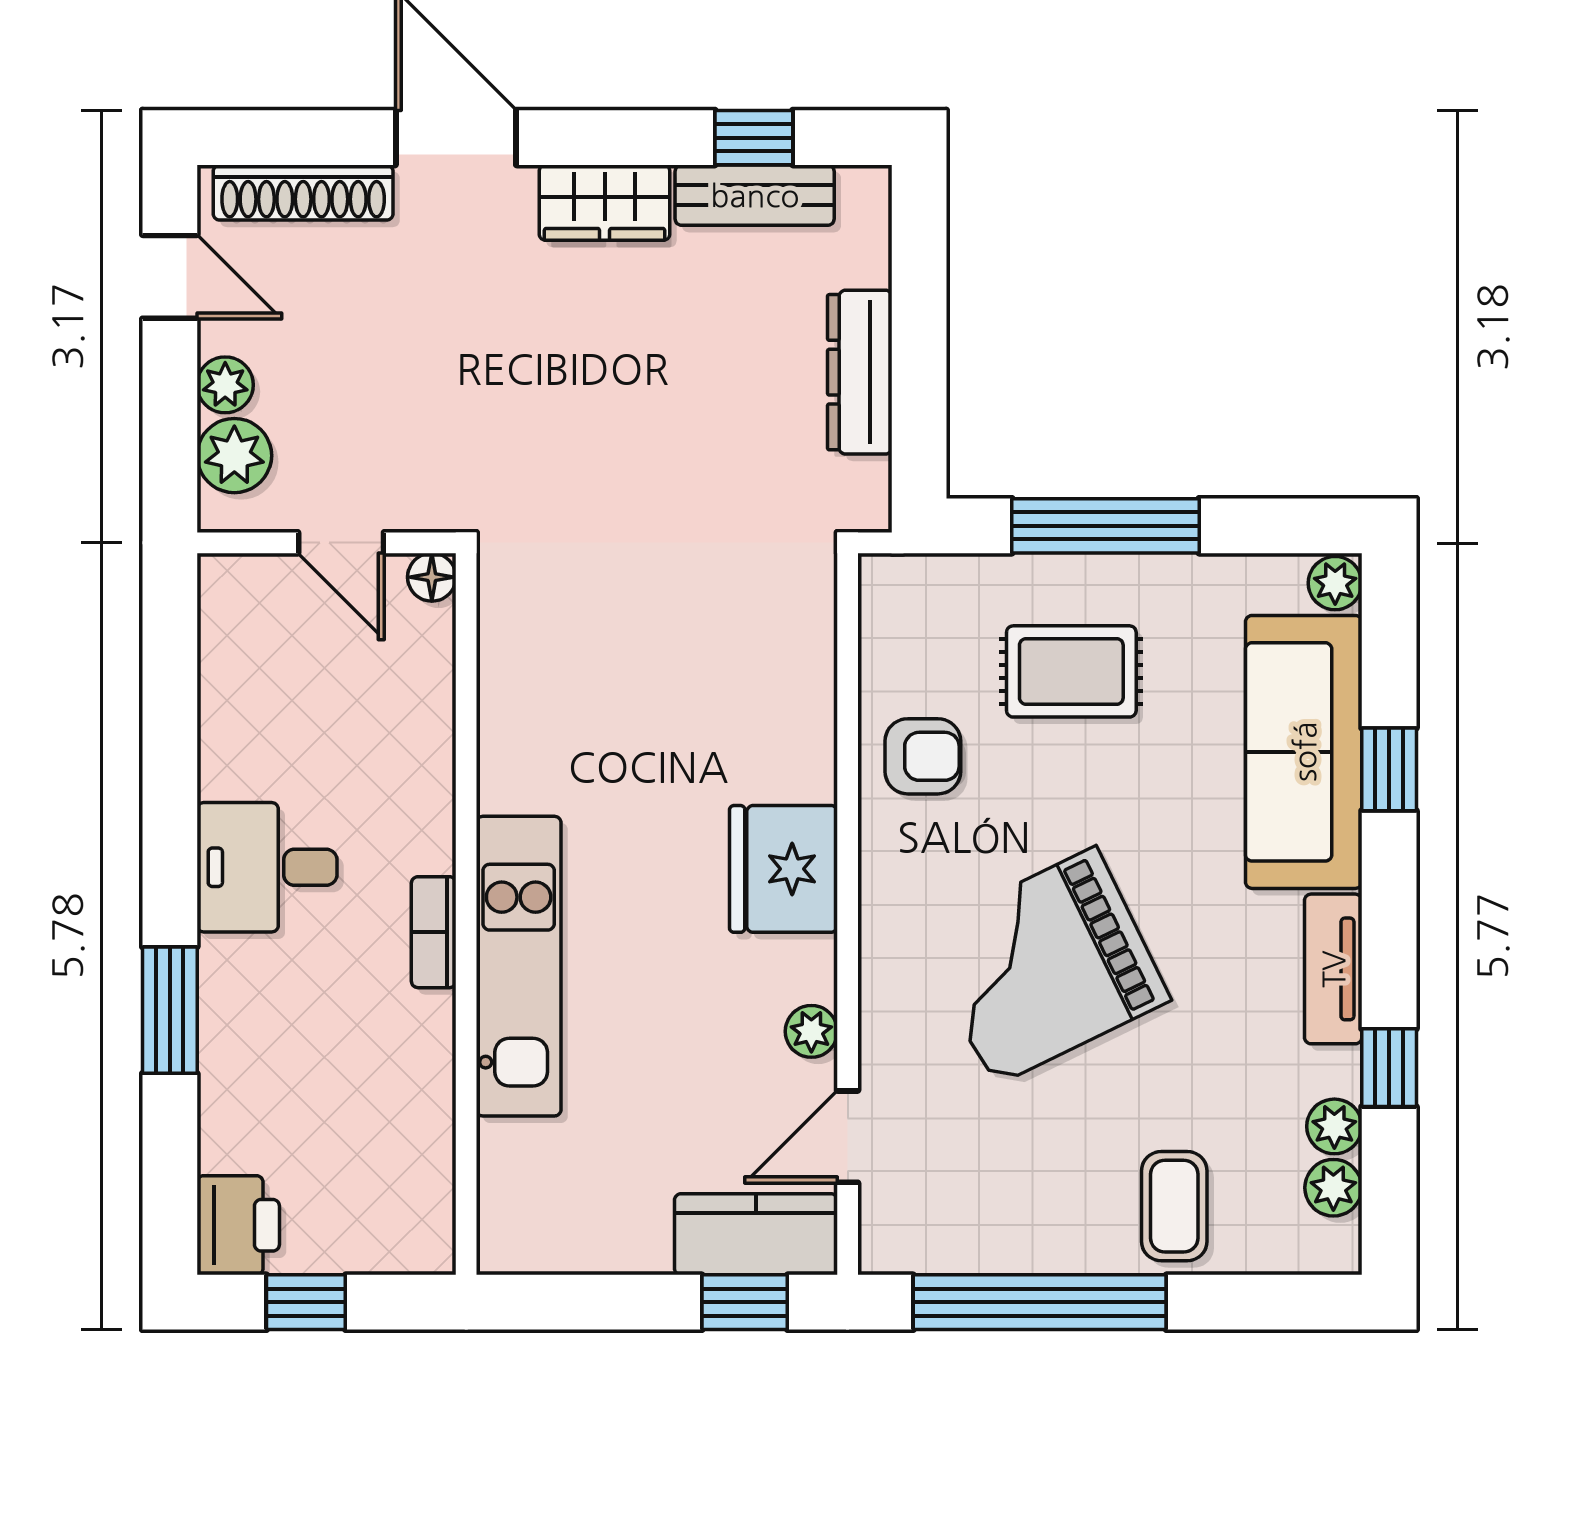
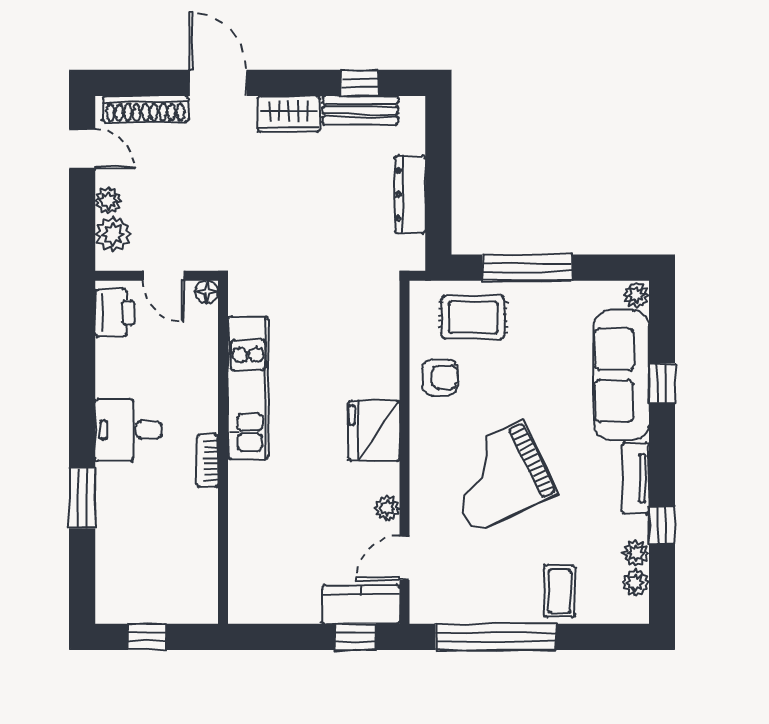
rug: (1071, 671) -> (473, 317), moved
kitchen unit: (519, 966) -> (248, 388), moved
printer: (238, 1225) -> (115, 313), moved

